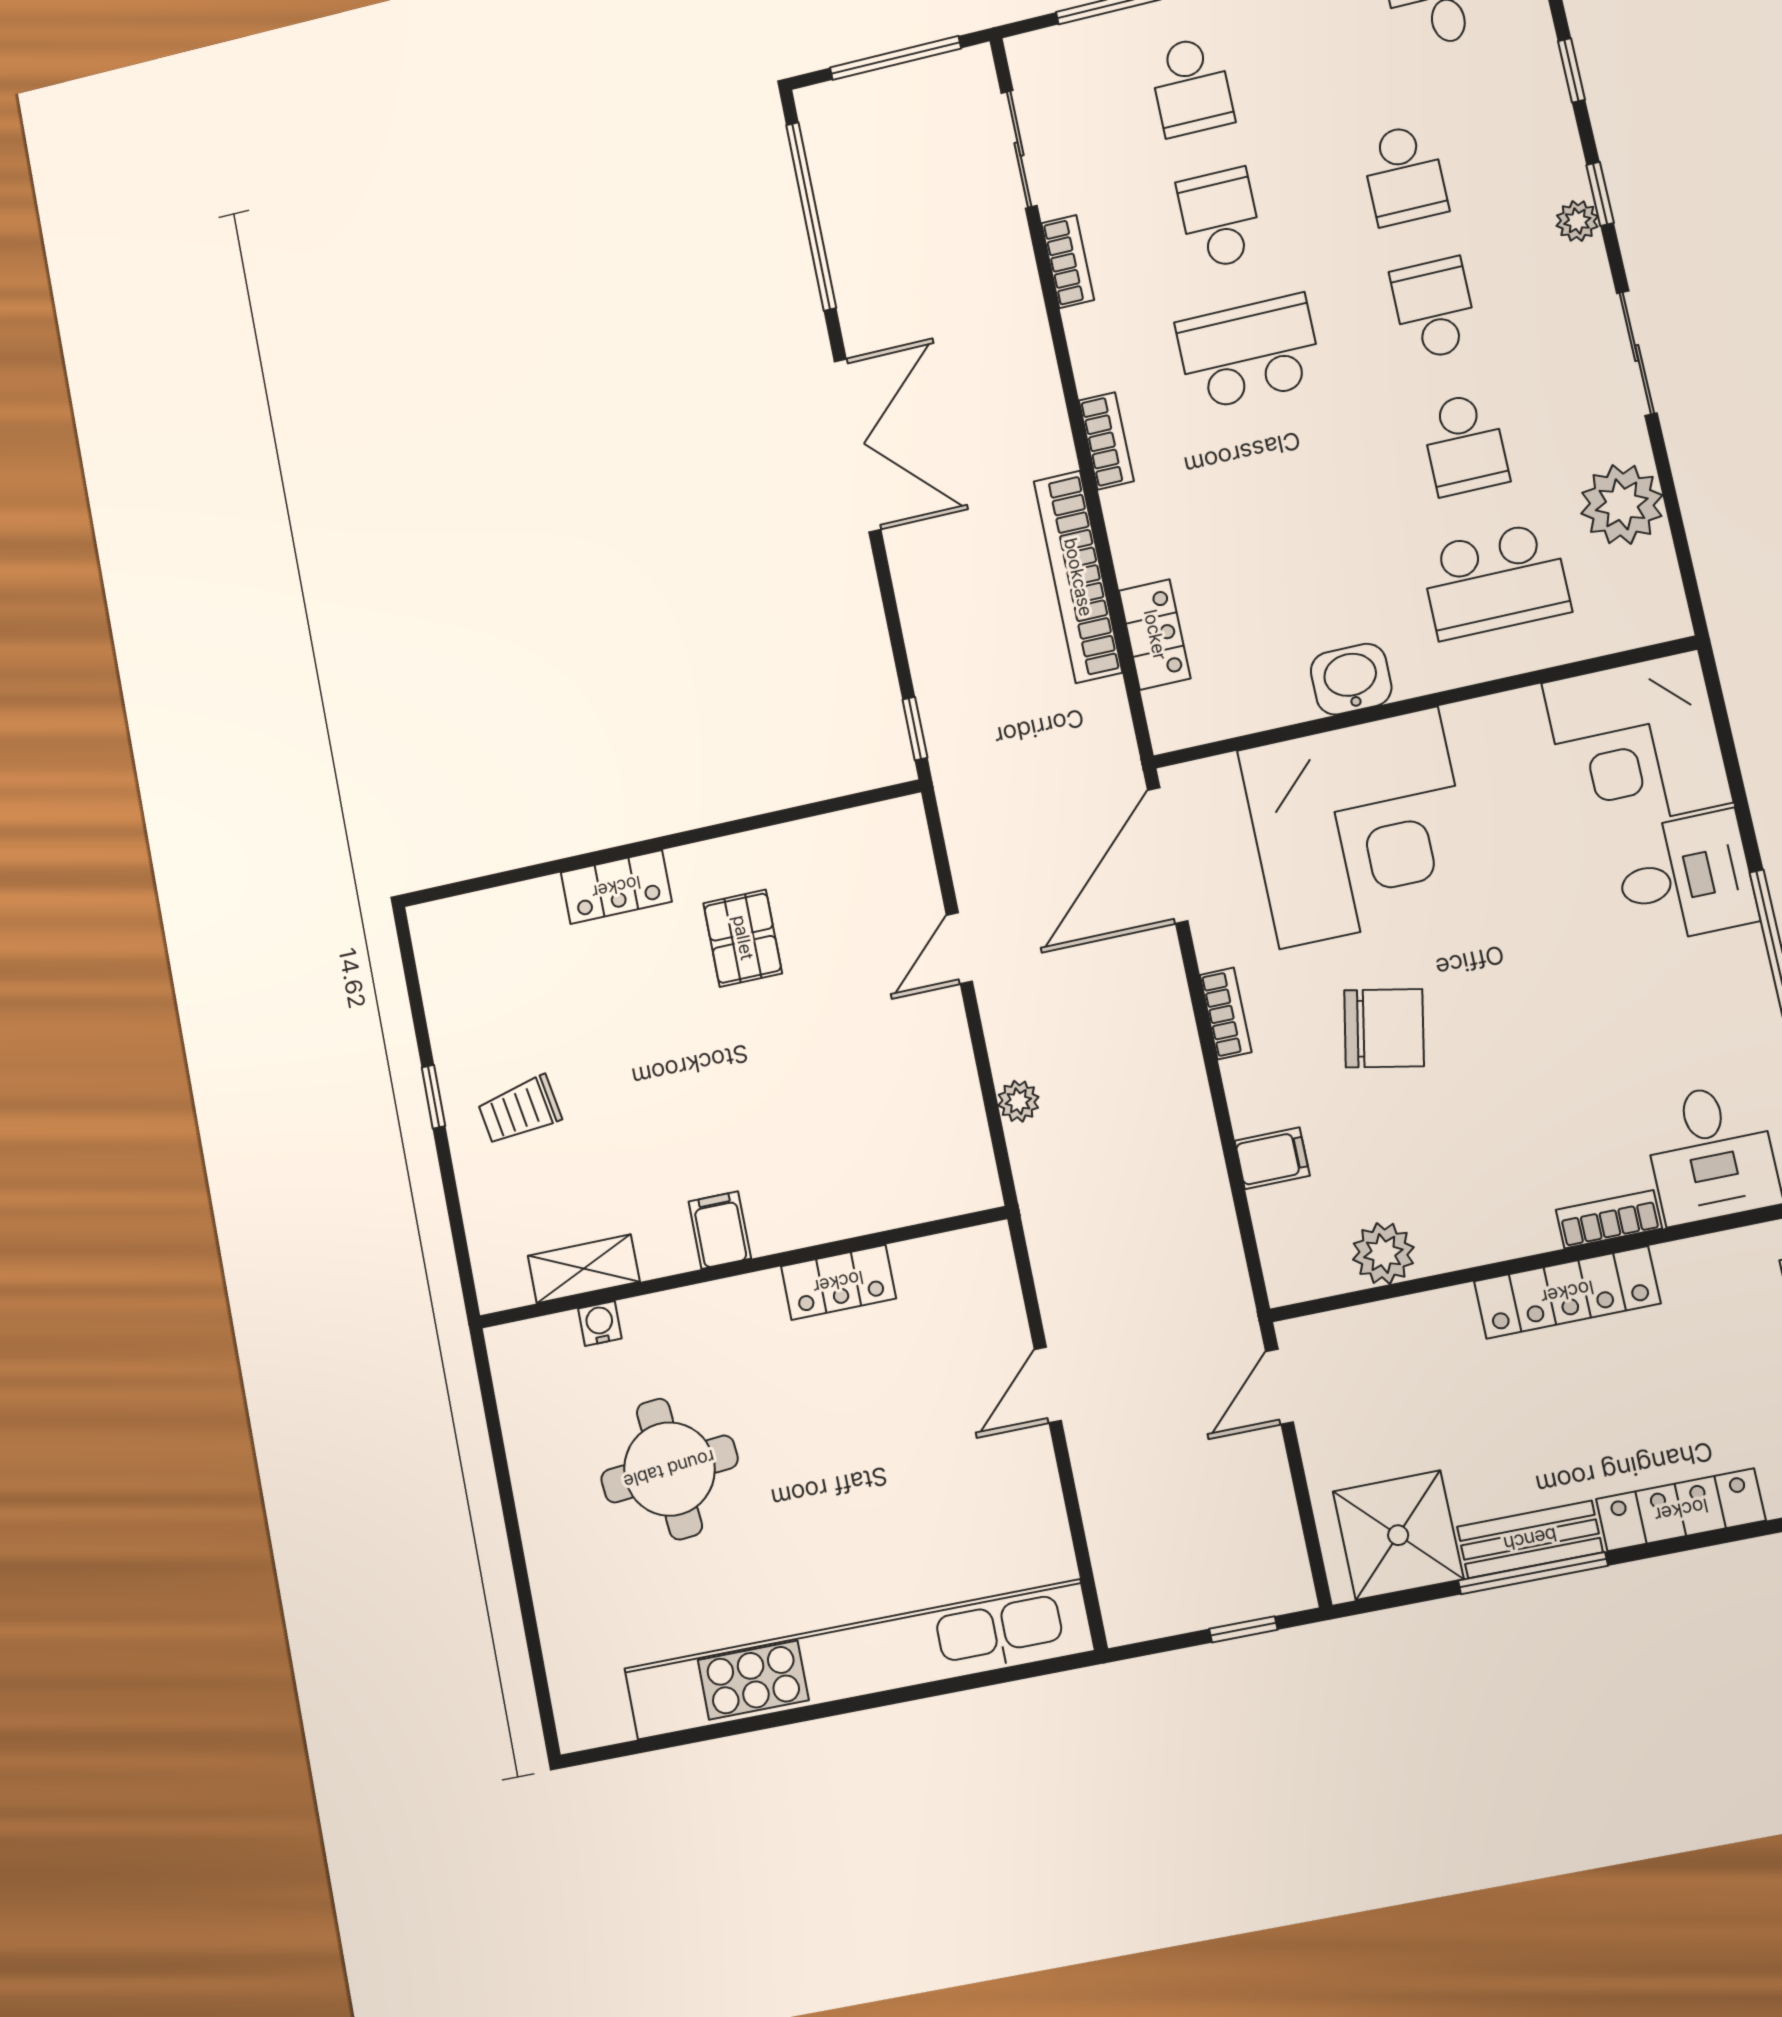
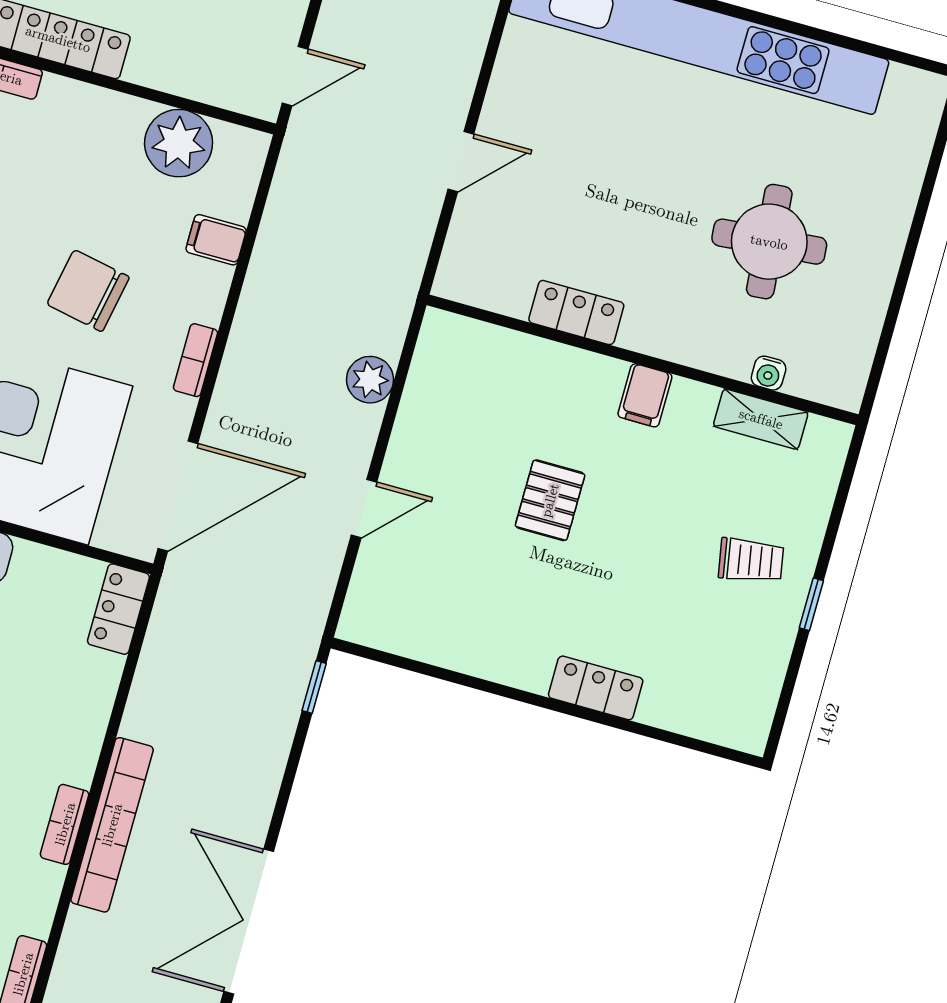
bookcase: (1078, 577) -> (112, 825), moved
locker: (1155, 635) -> (118, 609), moved
pallet: (743, 938) -> (550, 500), moved
plant: (1018, 1101) -> (370, 380), width x1.38, depth x1.38
plant: (1383, 1253) -> (179, 143), width x1.36, depth x1.36

